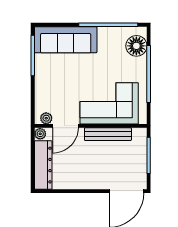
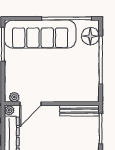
sofa: (66, 40) -> (40, 34), width x1.36, depth x1.27
corner sofa: (109, 103) -> (67, 85), removed
bench: (108, 134) -> (79, 111), moved

